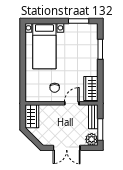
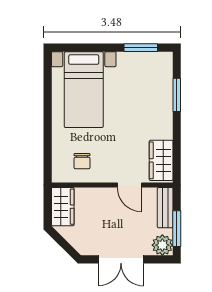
chair: (55, 88) -> (82, 161), moved
door: (72, 103) -> (129, 185), swing flipped

